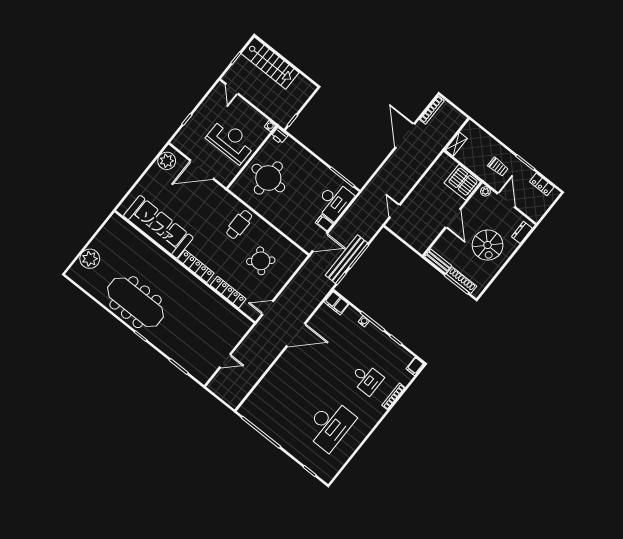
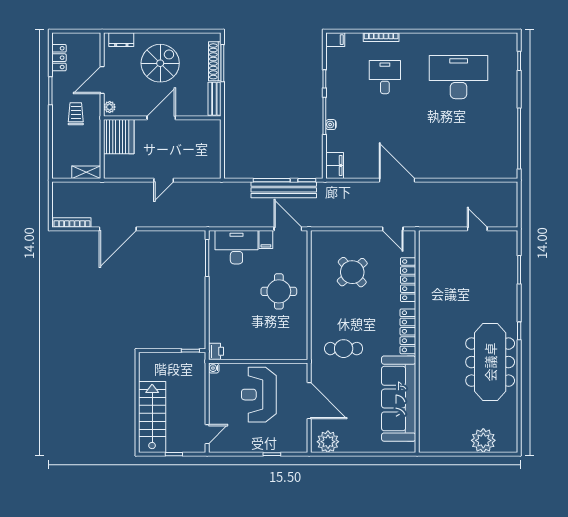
round table: (268, 178) -> (279, 291), moved, width x0.73, depth x0.73
door: (395, 211) -> (164, 180), moved
cafe table: (239, 224) -> (344, 349), moved

